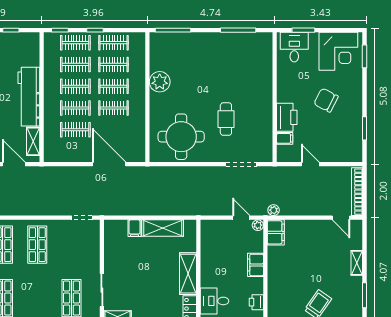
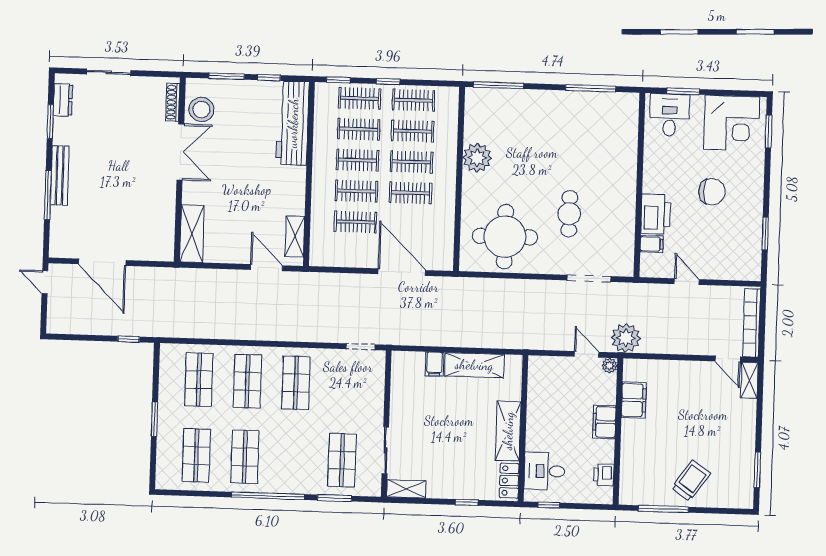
workbench: (29, 97) -> (293, 123), moved
chair: (326, 100) -> (712, 192), turned 153
plant: (274, 210) -> (626, 338), width x1.87, depth x1.87
filing cabinet: (276, 232) -> (634, 400), moved
shelving: (357, 263) -> (749, 380), moved

